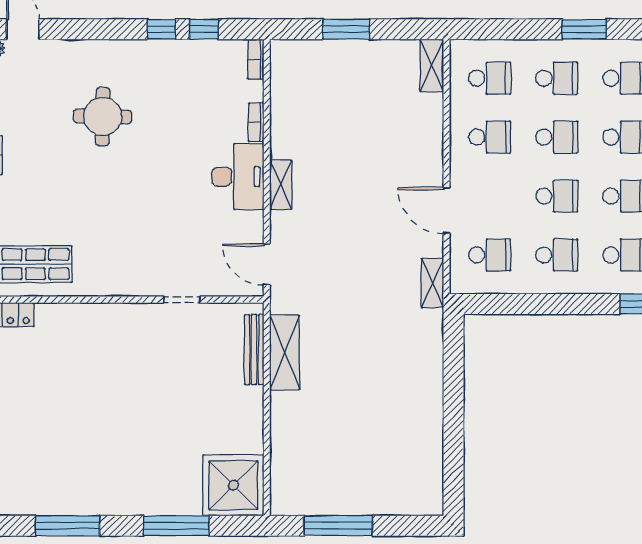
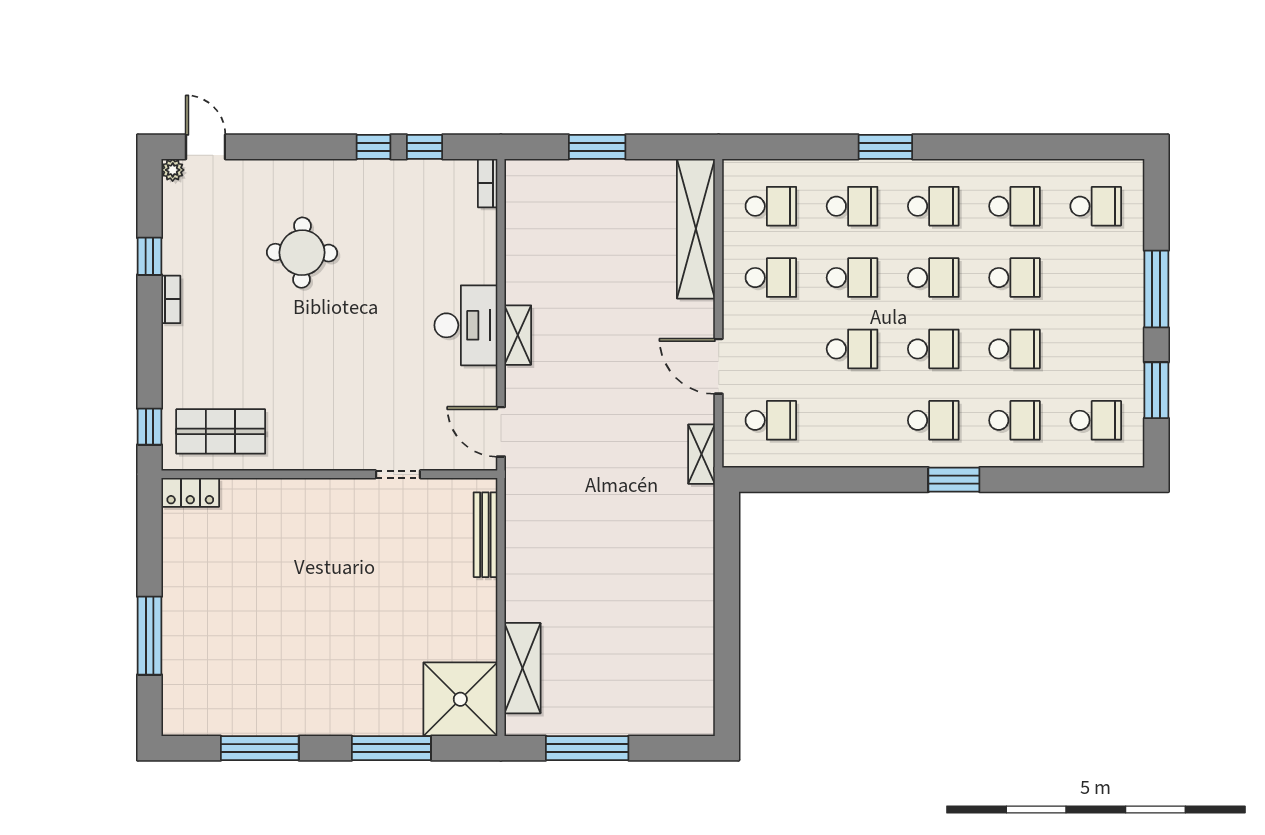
shelving: (432, 65) -> (696, 229), width x2.20, depth x1.33
bookcase: (256, 122) -> (488, 260), removed
school desk: (557, 255) -> (852, 420), removed
shelving: (285, 352) -> (523, 668), moved

